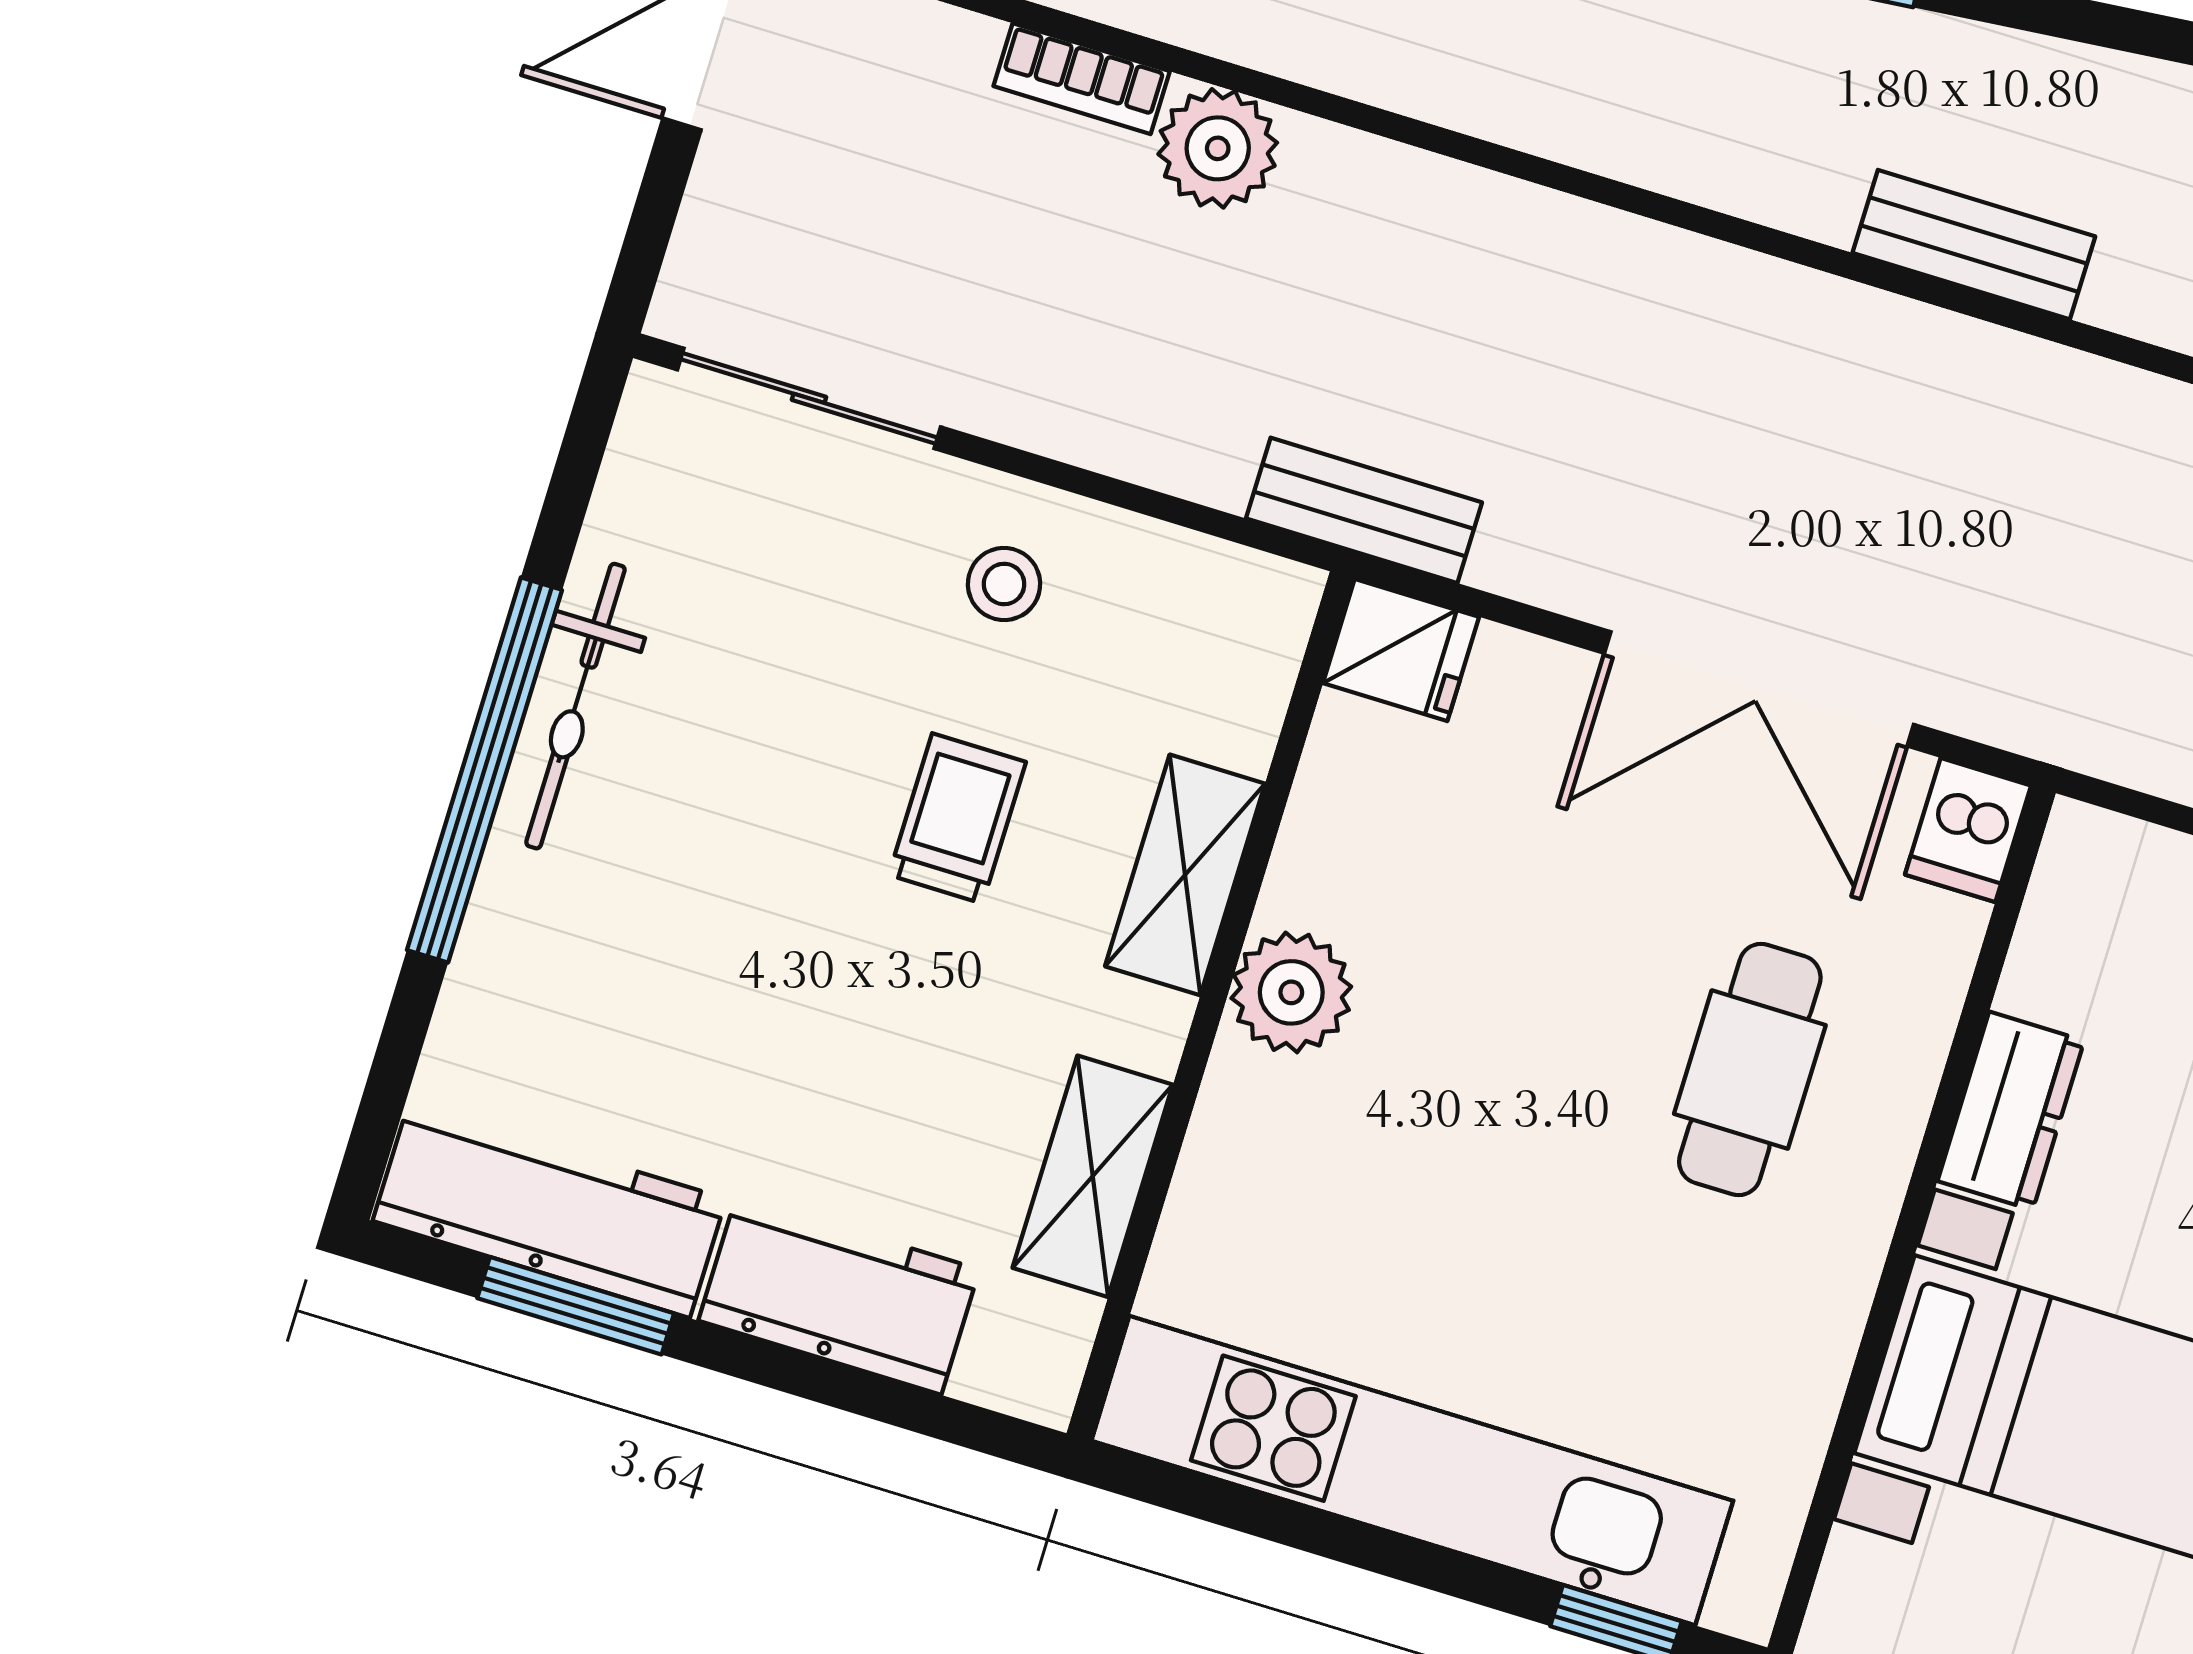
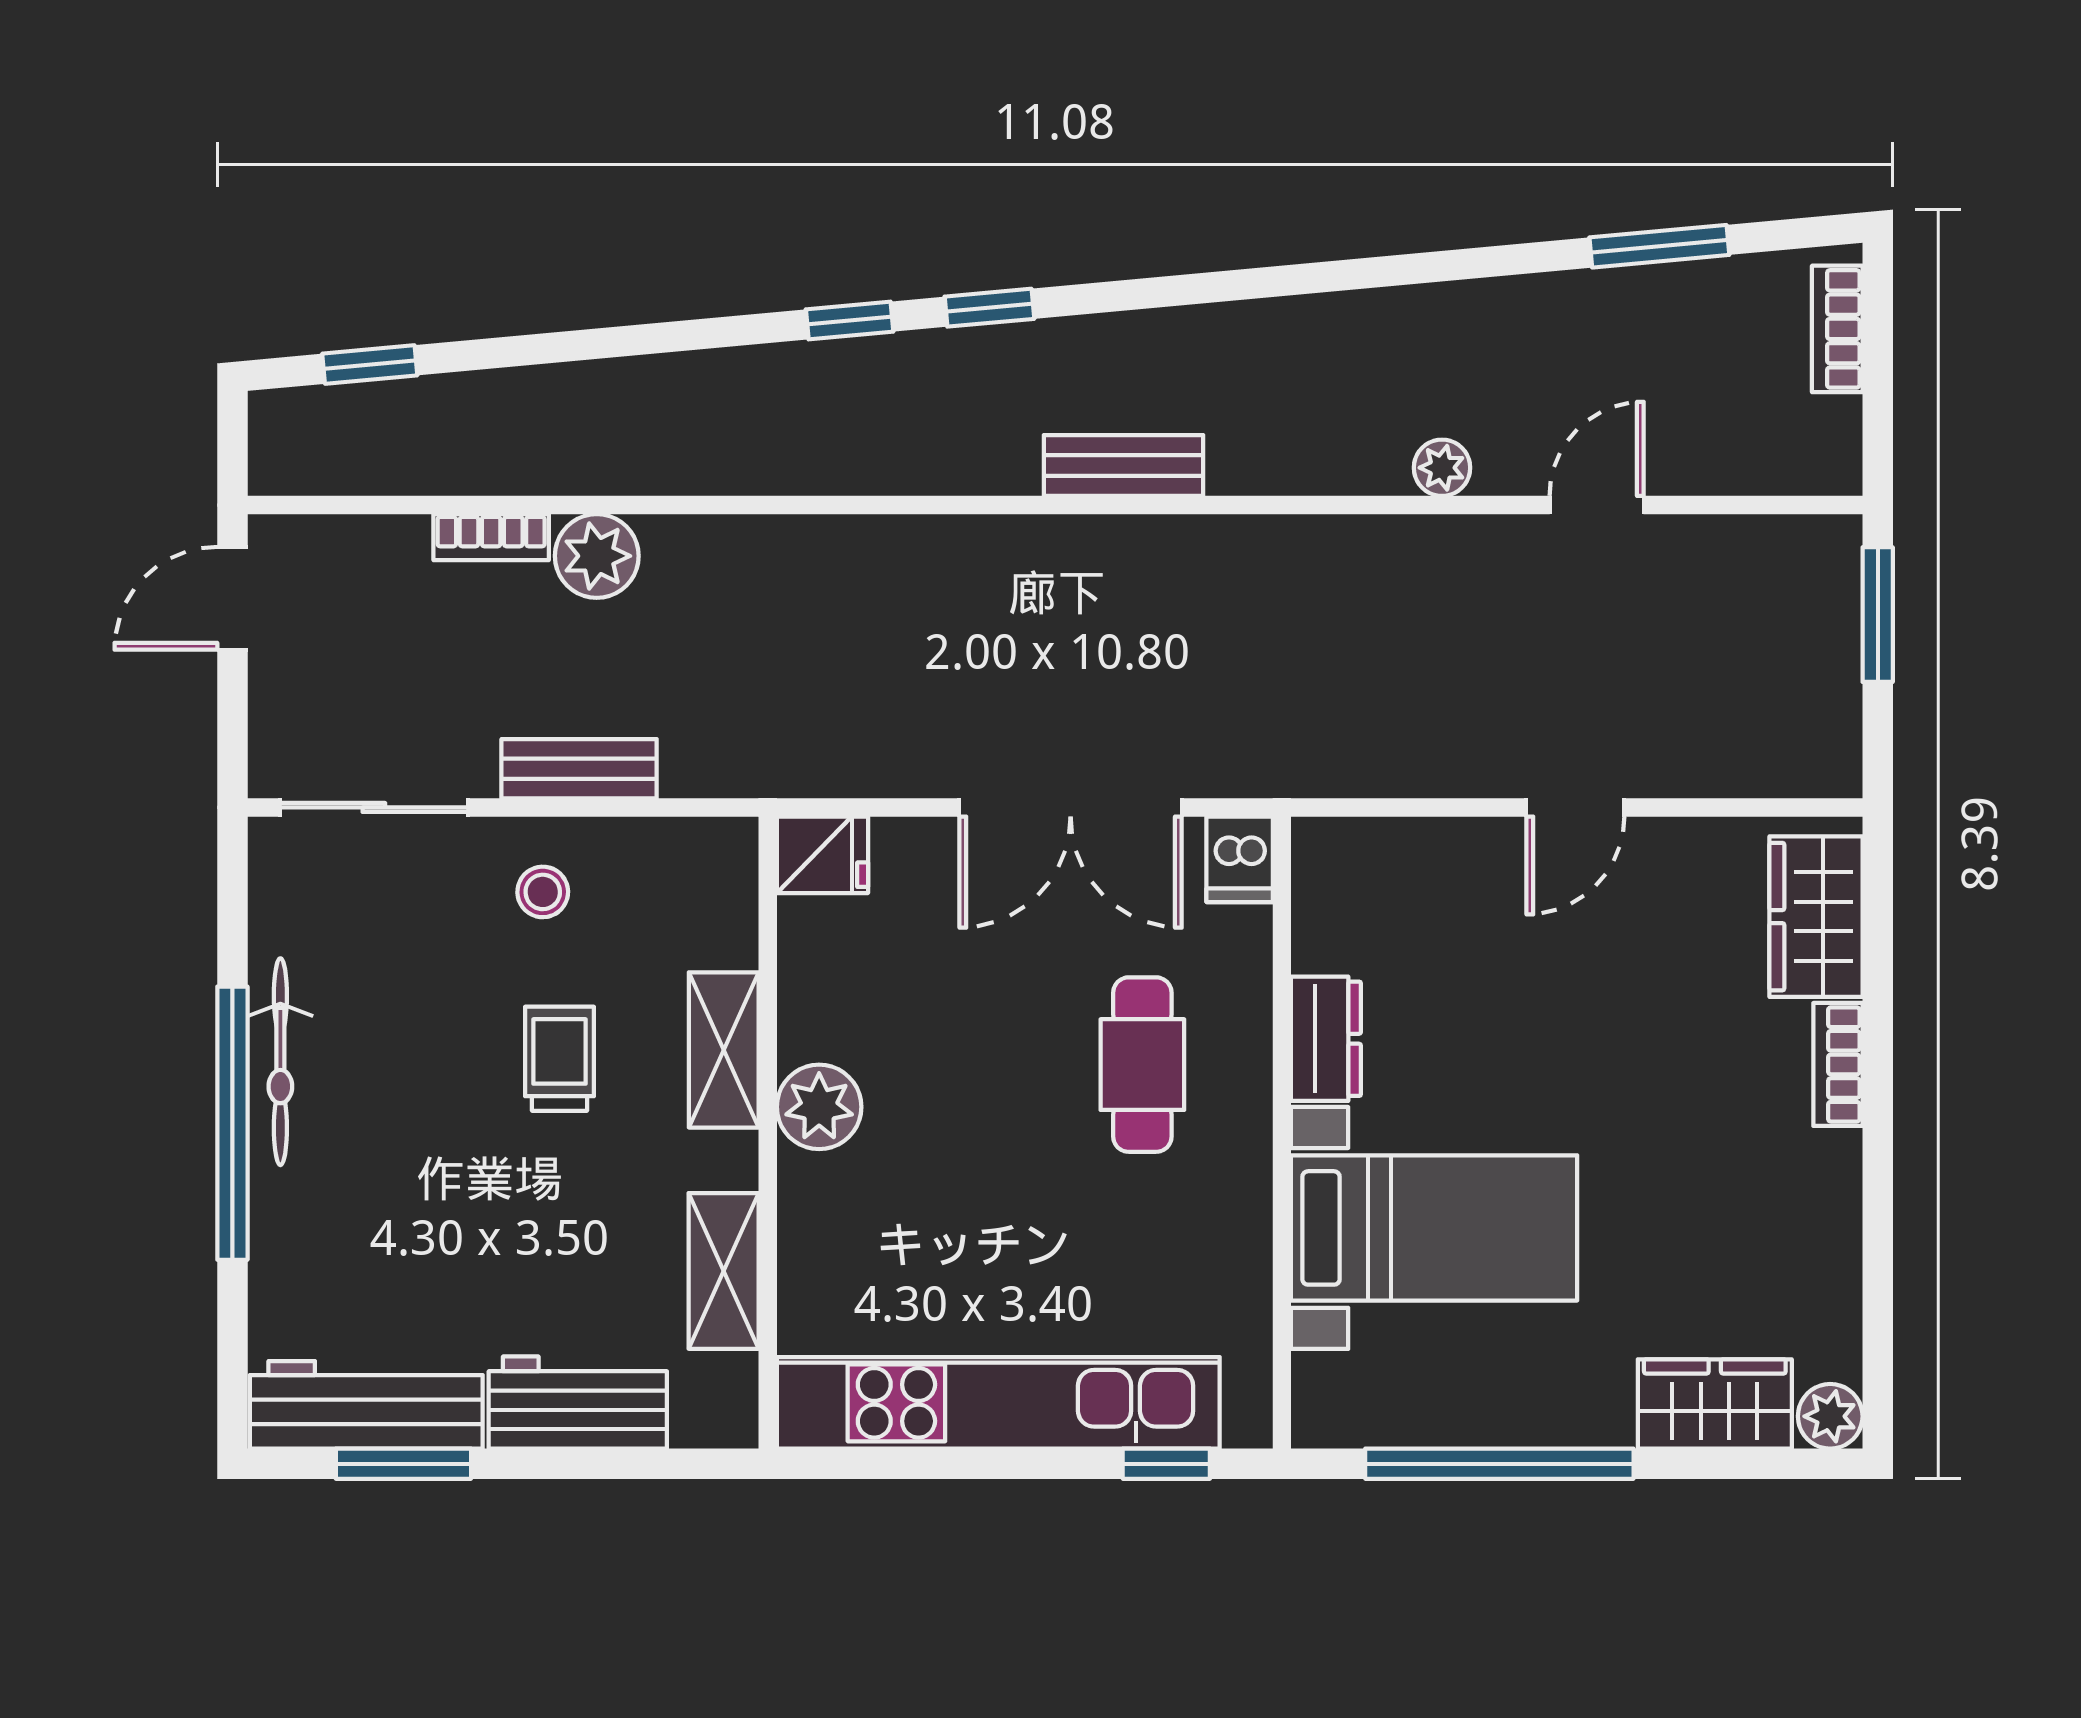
bench: (1364, 510) -> (579, 769), moved

